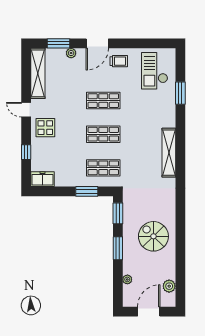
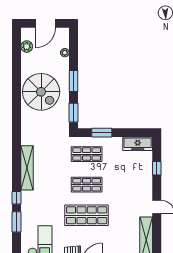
shop shelf: (103, 101) -> (87, 215), width x1.43, depth x1.36
window: (180, 120) -> (17, 198), added
display table: (45, 128) -> (139, 191), removed
freezer: (42, 179) -> (138, 144), width x1.40
spiral stairs: (153, 236) -> (41, 92), width x1.37, depth x1.37

